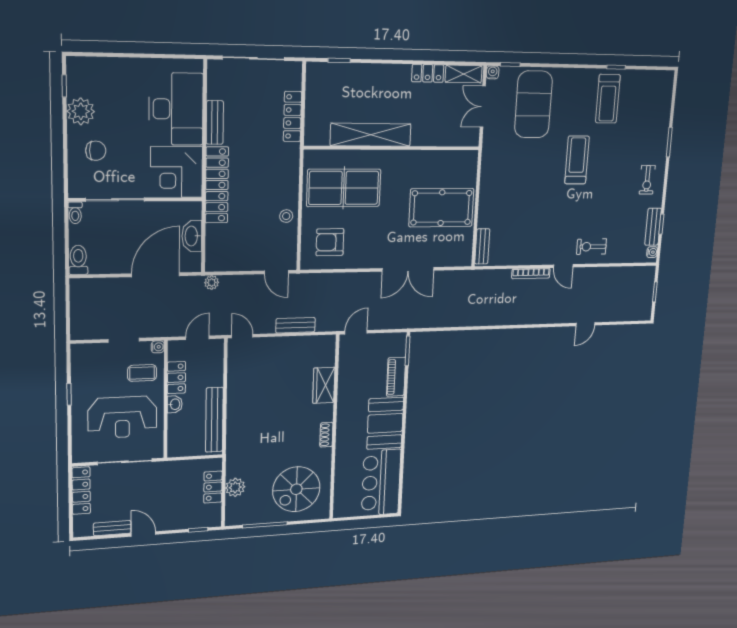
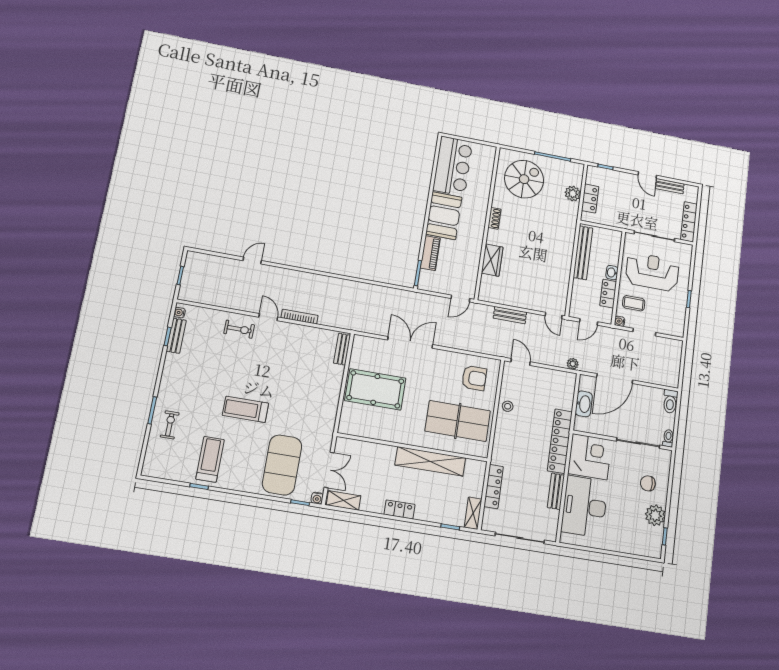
locker: (428, 73) -> (399, 509), moved
shelving: (314, 81) -> (473, 513), added
treadmill: (577, 160) -> (246, 409), turned 90
exercise bike: (647, 180) -> (170, 425), moved

